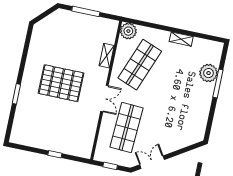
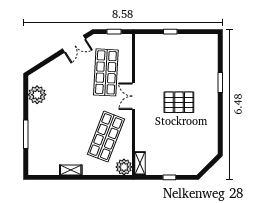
window: (86, 11) -> (169, 177), width x0.46
shelving: (107, 56) -> (140, 163), moved
plant: (209, 73) -> (37, 95), moved
pallet: (61, 83) -> (179, 102), width x0.73, depth x0.71

